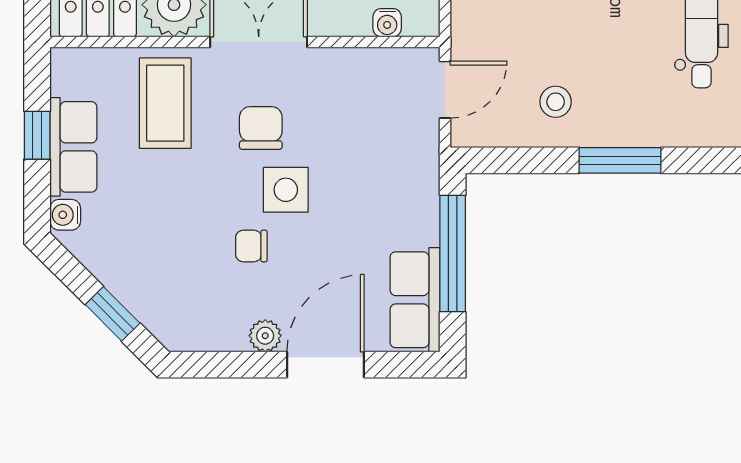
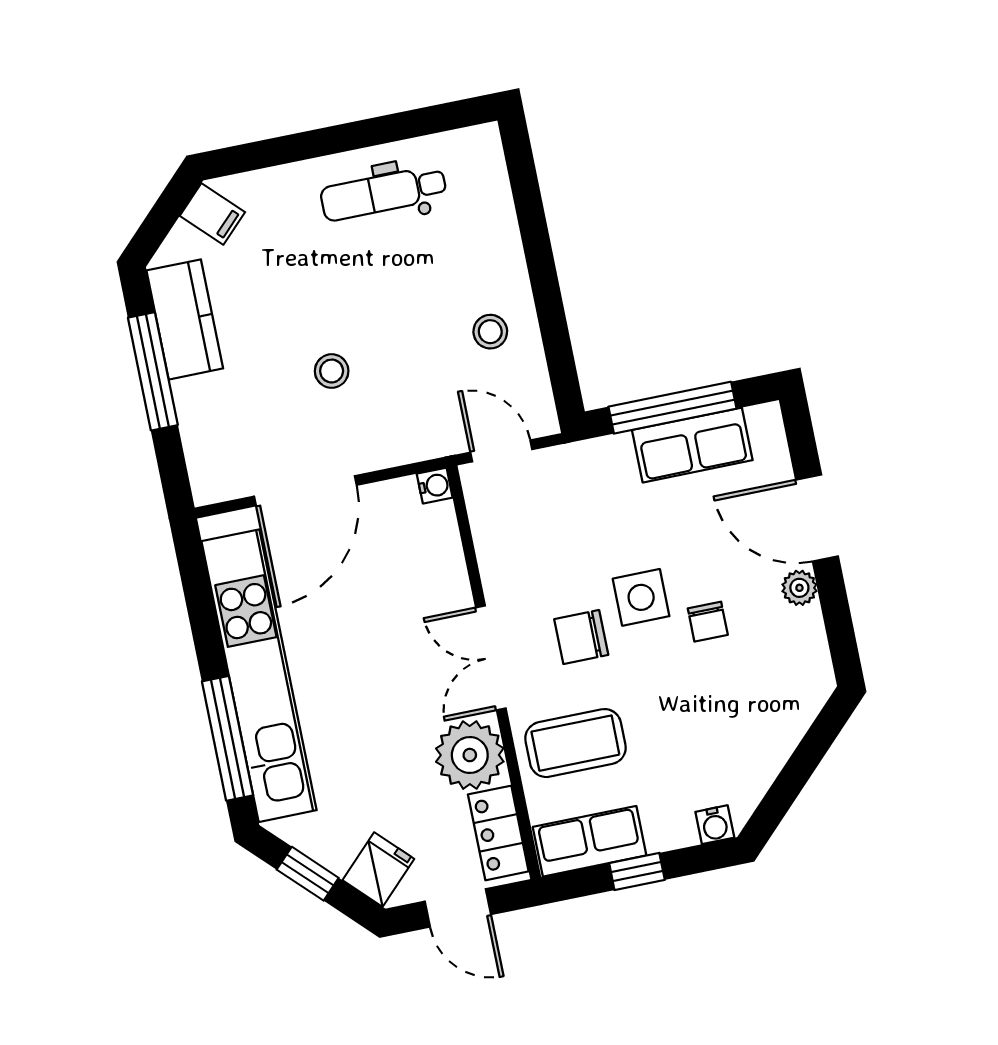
water cooler: (387, 23) -> (435, 486), moved
row of seats: (73, 147) -> (590, 841), moved
window: (620, 160) -> (538, 251), removed
row of seats: (415, 300) -> (692, 445), moved
window: (113, 314) -> (809, 754), removed

